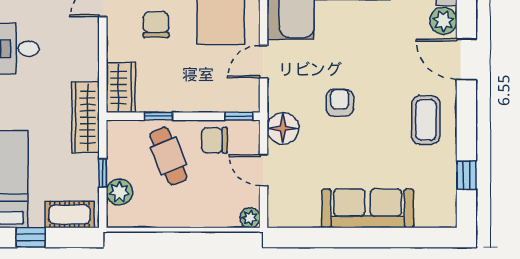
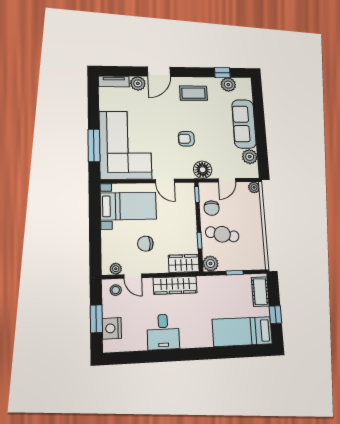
wardrobe: (85, 117) -> (175, 285), moved
cafe table: (168, 156) -> (222, 234), turned 34
plant: (443, 185) -> (228, 85), added
plant: (119, 192) -> (211, 264), moved
plant: (306, 214) -> (250, 157), added

